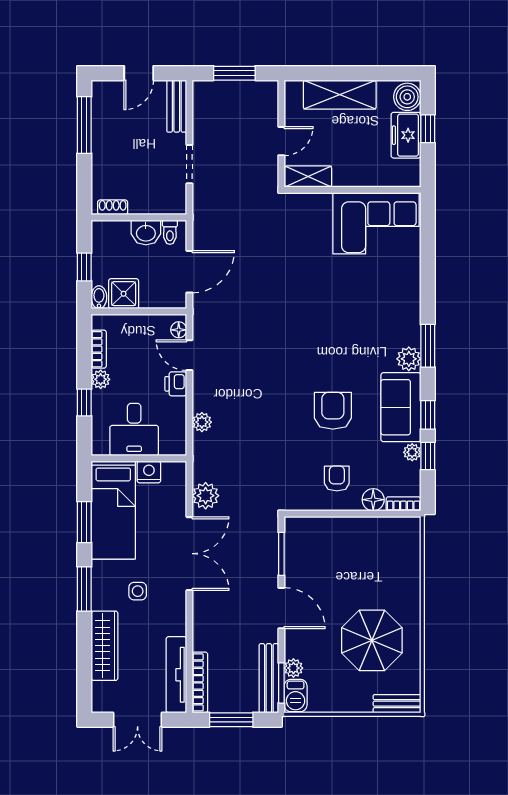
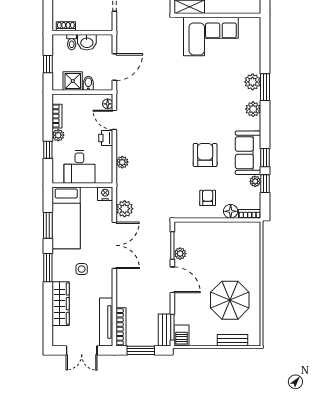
corner sofa: (376, 223) -> (211, 36), moved
toilet: (170, 232) -> (72, 42), moved
plant: (408, 295) -> (253, 82), added
bidet: (99, 297) -> (88, 83), moved
window: (428, 346) -> (265, 87), moved
plant: (409, 359) -> (253, 109), moved
nightstand: (149, 472) -> (105, 194), moved
plant: (293, 668) -> (180, 254), moved
bench: (269, 678) -> (165, 330), width x0.73
bench: (397, 704) -> (233, 340), moved

